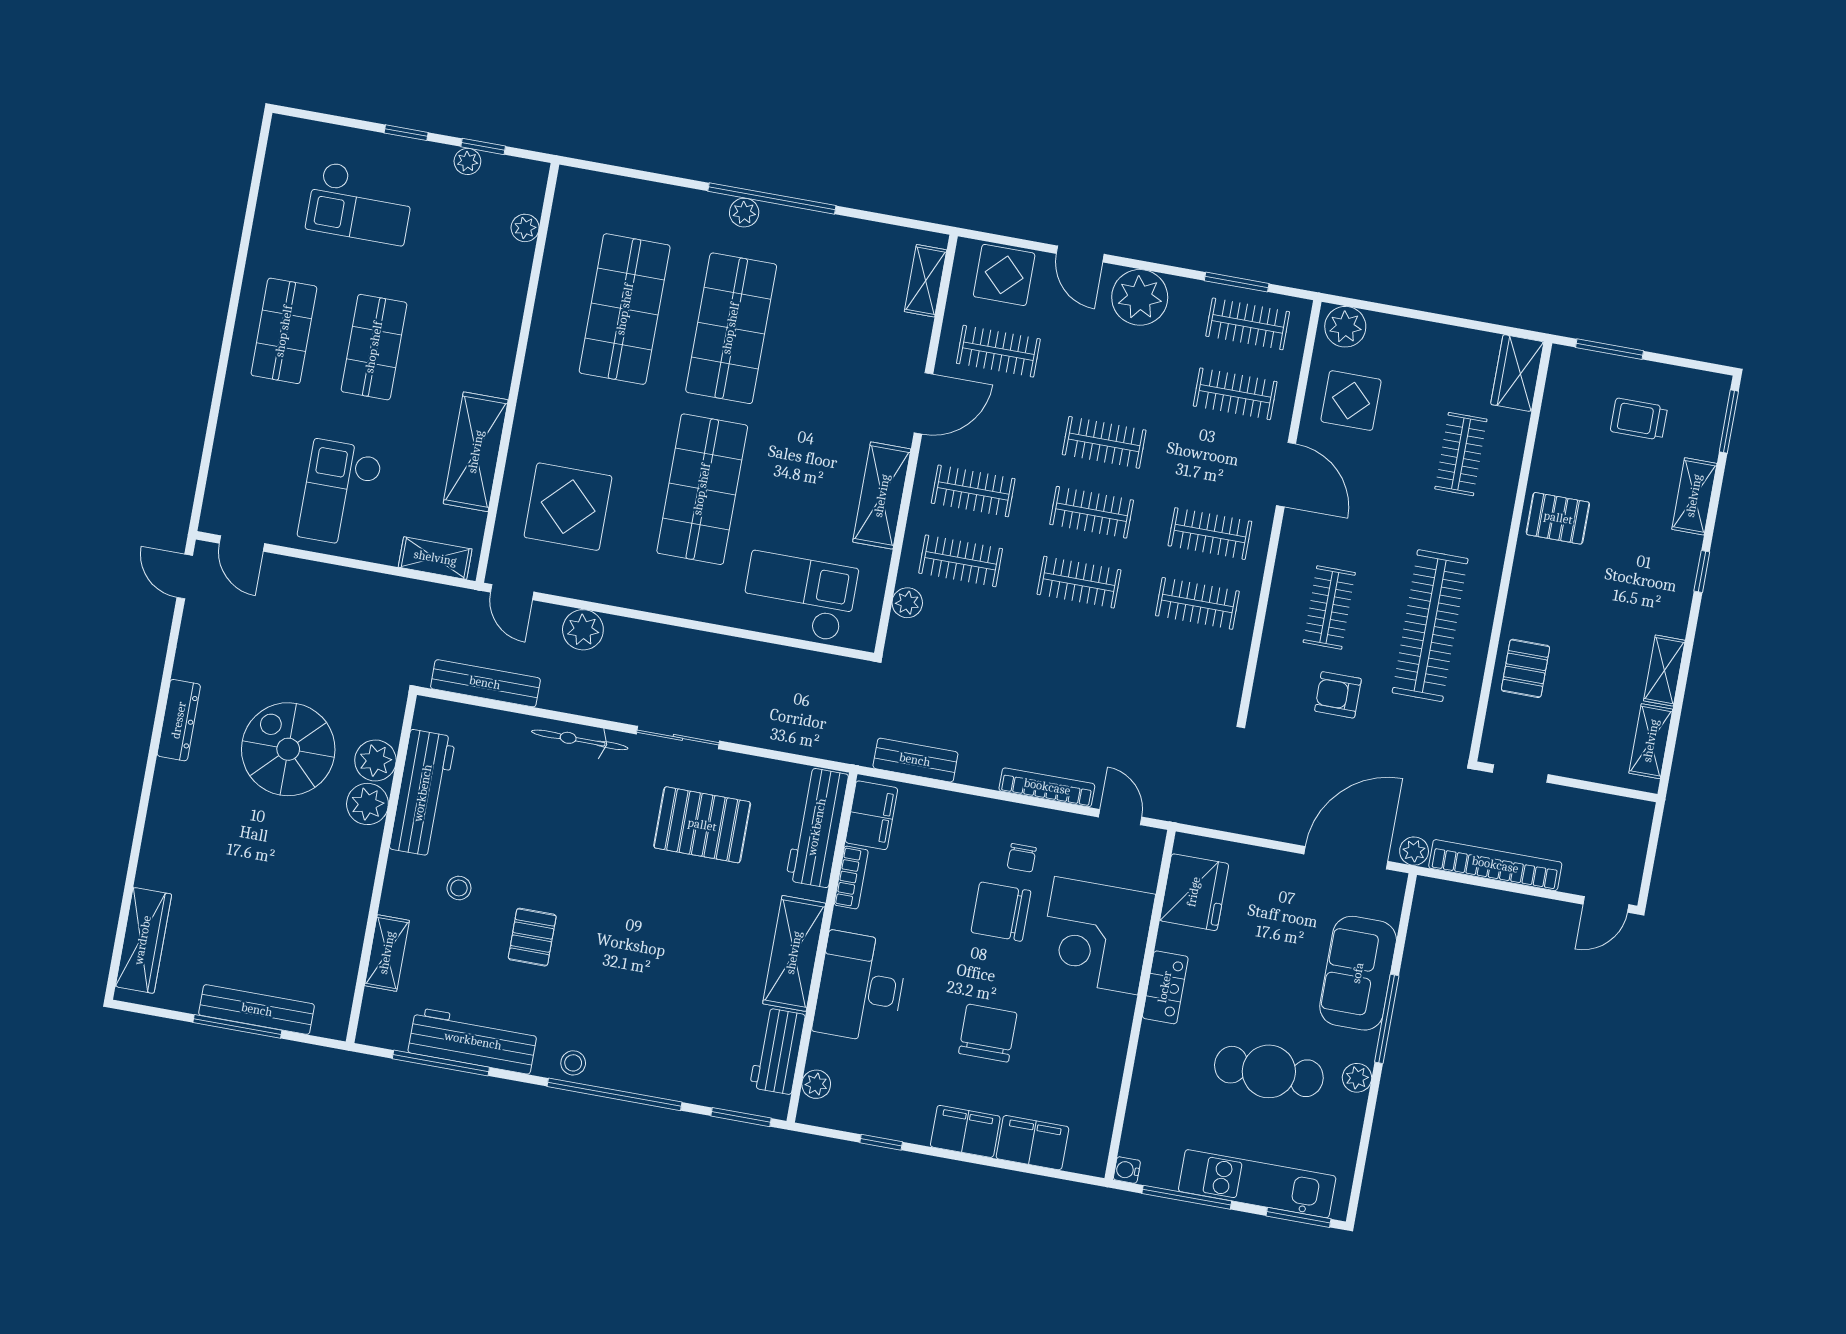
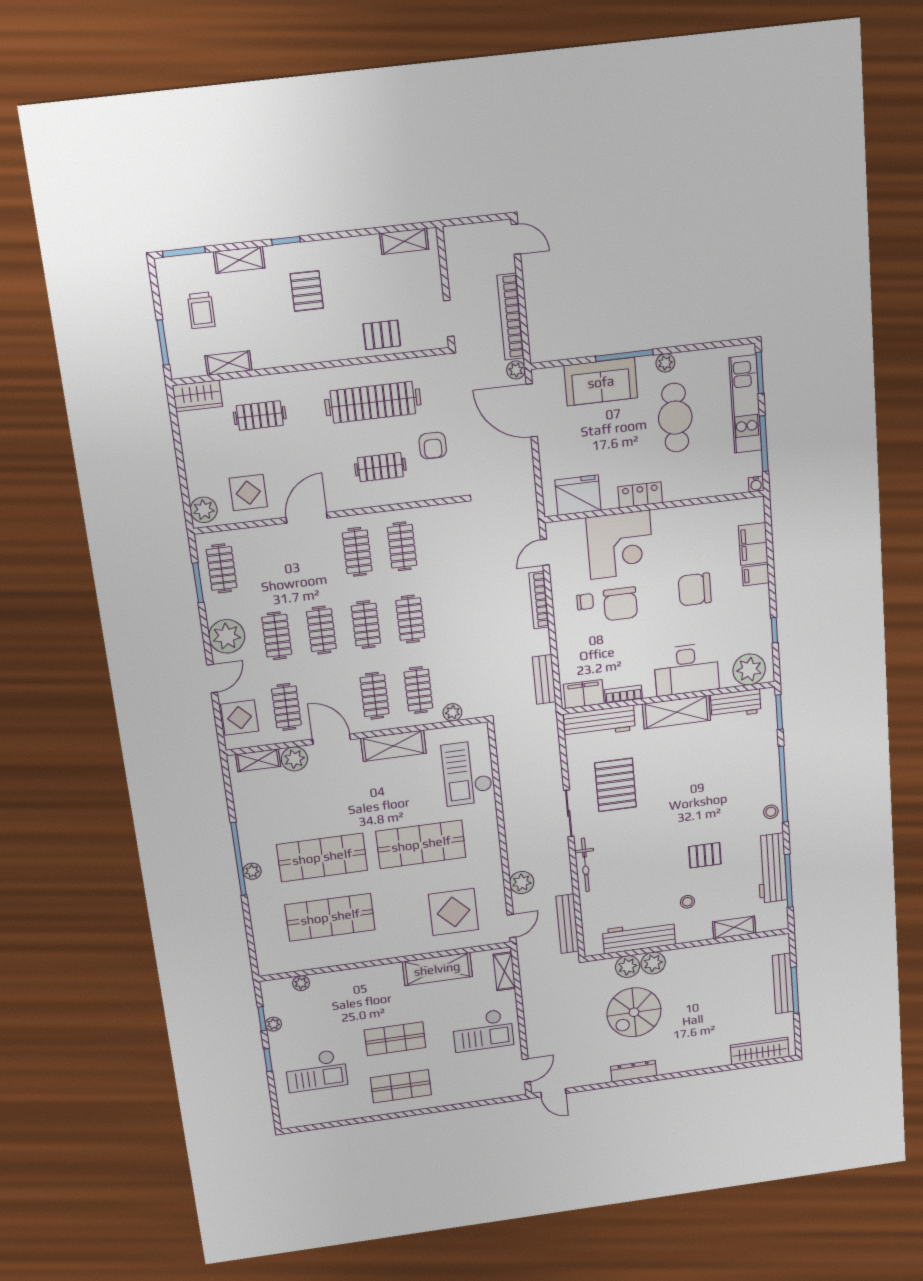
checkout: (360, 203) -> (316, 1071), turned 90
plant: (910, 337) -> (294, 759), added
clothes rail: (1235, 394) -> (277, 636), moved
pallet: (1558, 518) -> (307, 291), moved
door: (185, 576) -> (553, 1093), hinge flipped
shelving: (1664, 671) -> (229, 363), moved
plant: (816, 1084) -> (749, 669), width x1.87, depth x1.87
filing cabinet: (965, 1131) -> (756, 575), width x0.50

